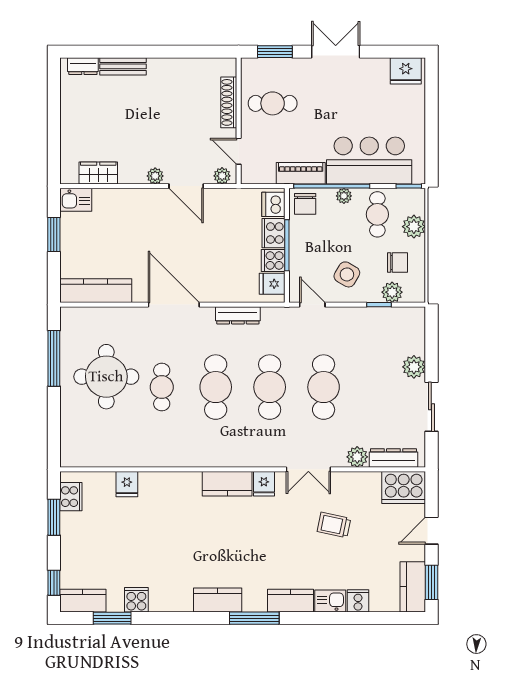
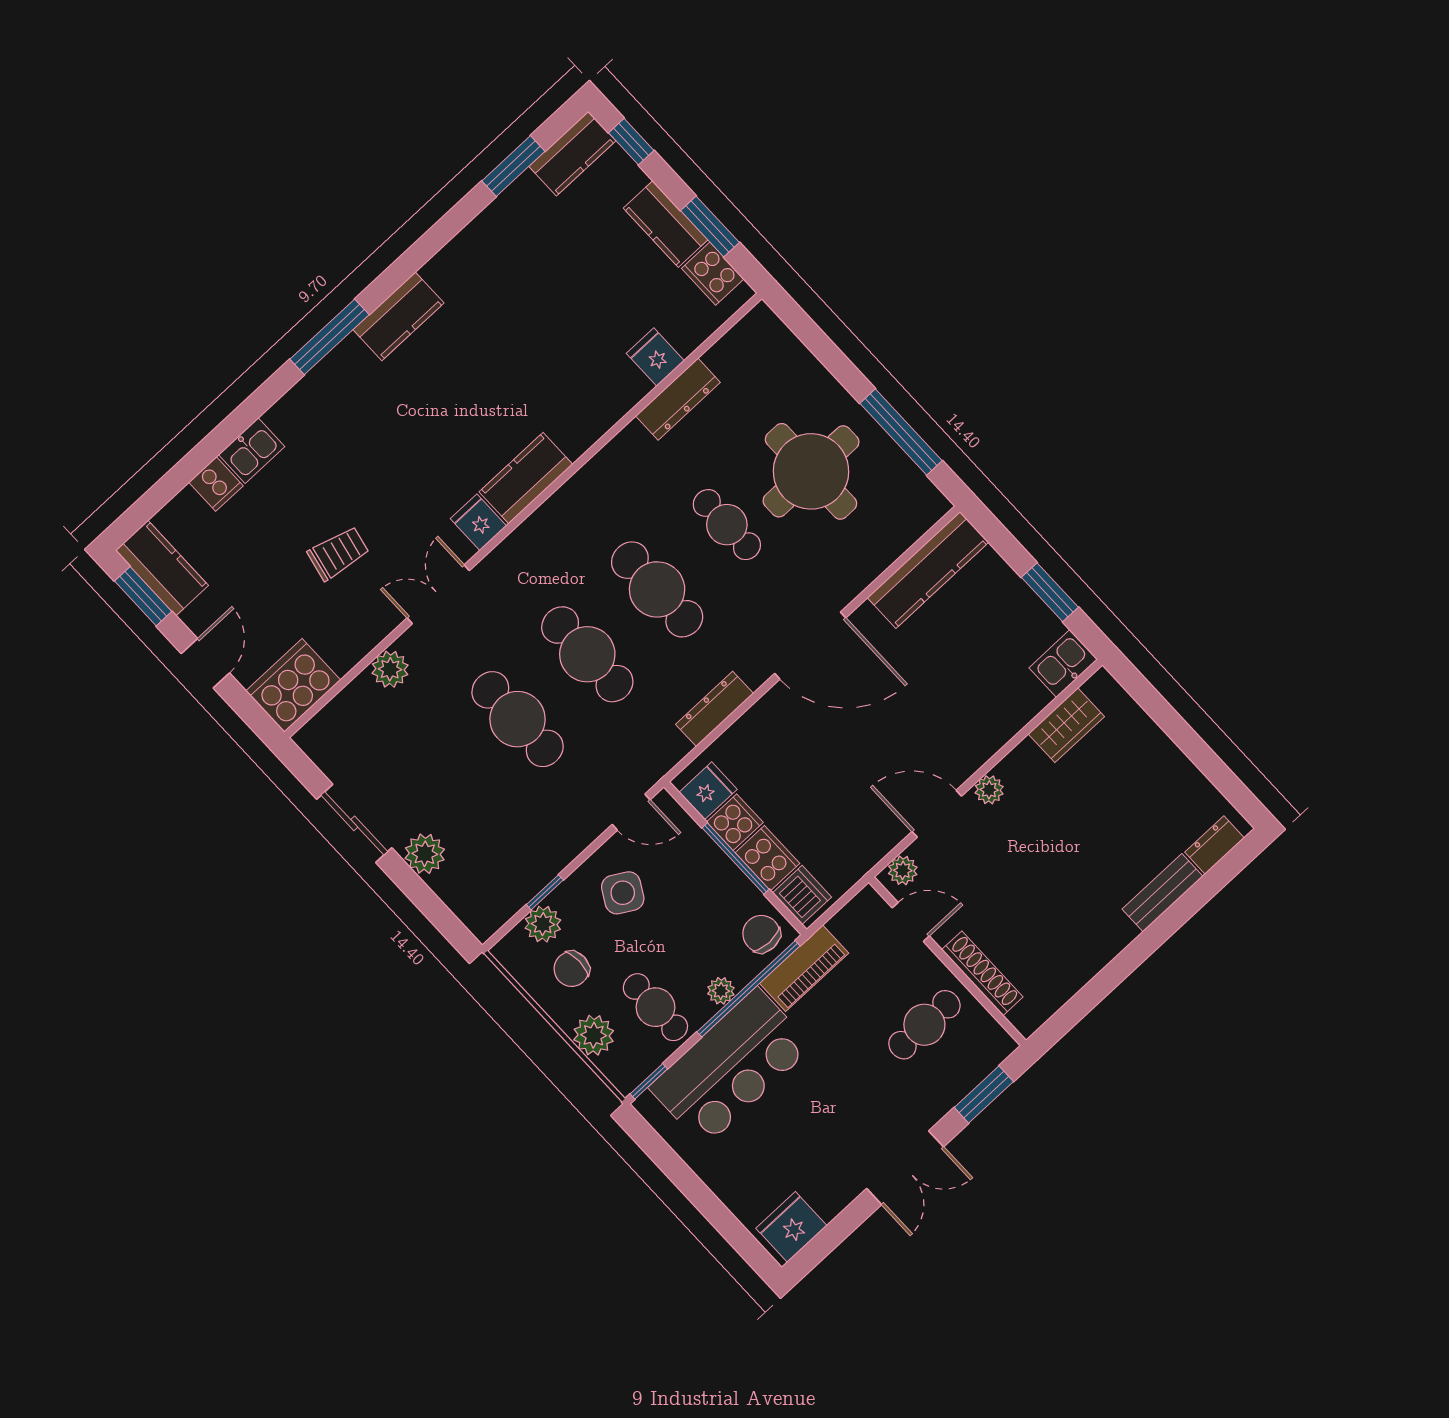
dresser: (393, 458) -> (678, 399), moved
cooker: (136, 600) -> (504, 219), removed
kitchen counter: (290, 601) -> (666, 224), moved, turned 90

